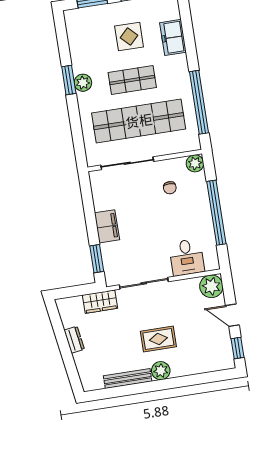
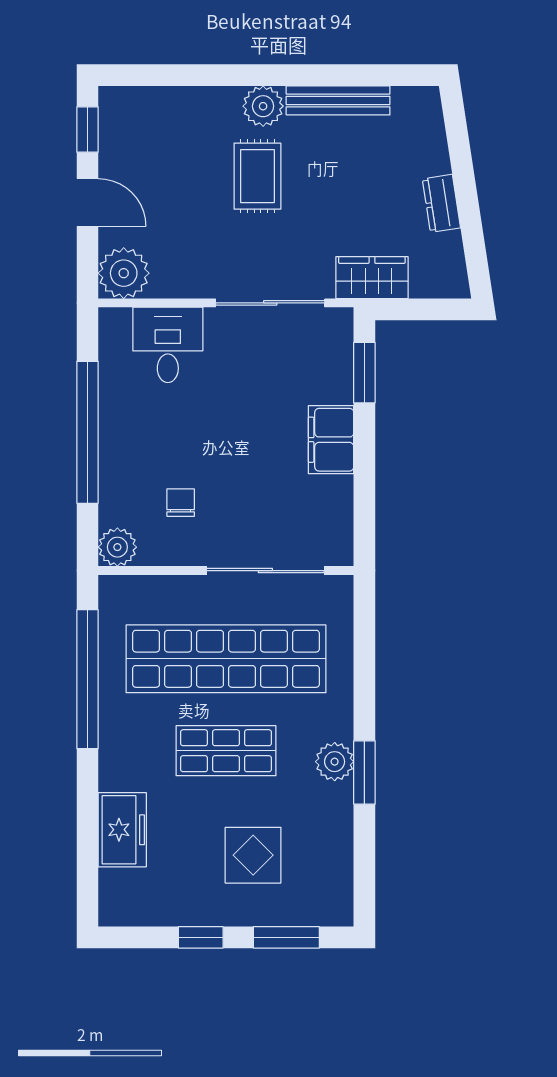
display table: (129, 37) -> (253, 855), moved
rug: (158, 339) -> (257, 176), turned 90

